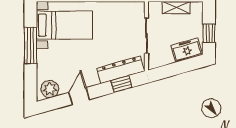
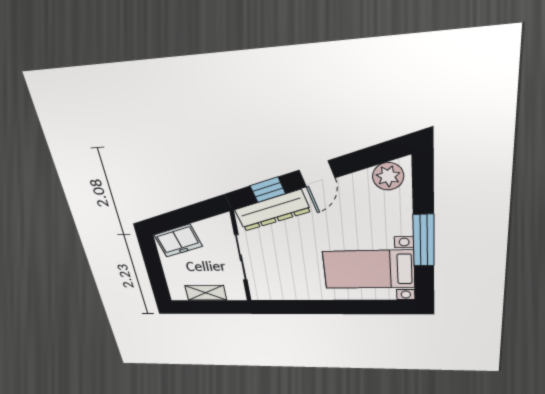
window: (209, 33) -> (153, 262), removed
door: (79, 96) -> (317, 174), moved

